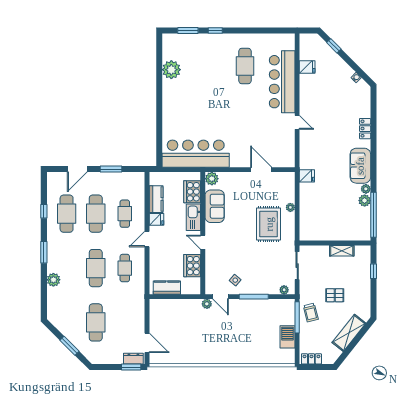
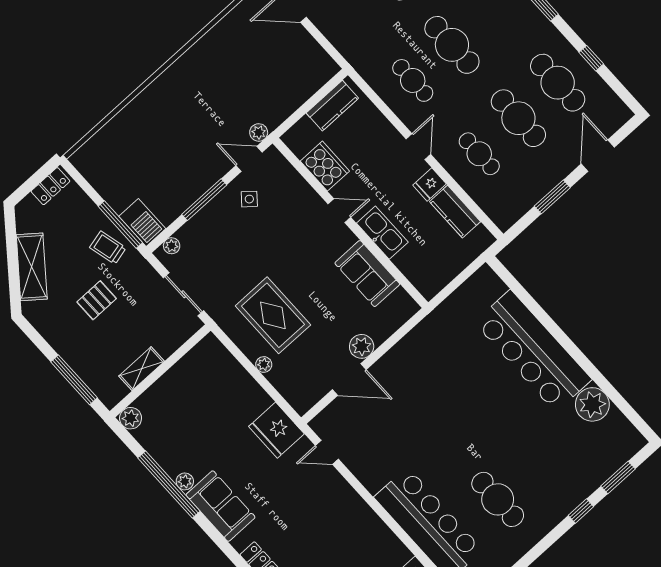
door: (297, 122) -> (327, 452), moved
bar counter: (196, 154) -> (533, 351), moved, turned 90
fridge: (307, 176) -> (276, 430), width x1.88, depth x1.34
plant: (212, 179) -> (362, 346), moved
cooker: (192, 192) -> (415, 266), removed
plant: (365, 201) -> (131, 418), moved
window: (373, 215) -> (169, 485), moved
window: (373, 271) -> (74, 380), width x2.17
barbecue: (287, 337) -> (142, 222), moved

